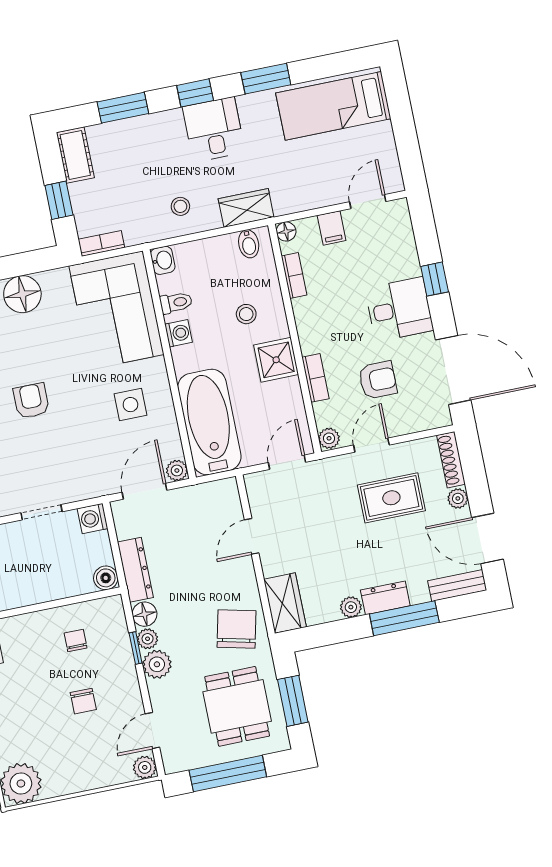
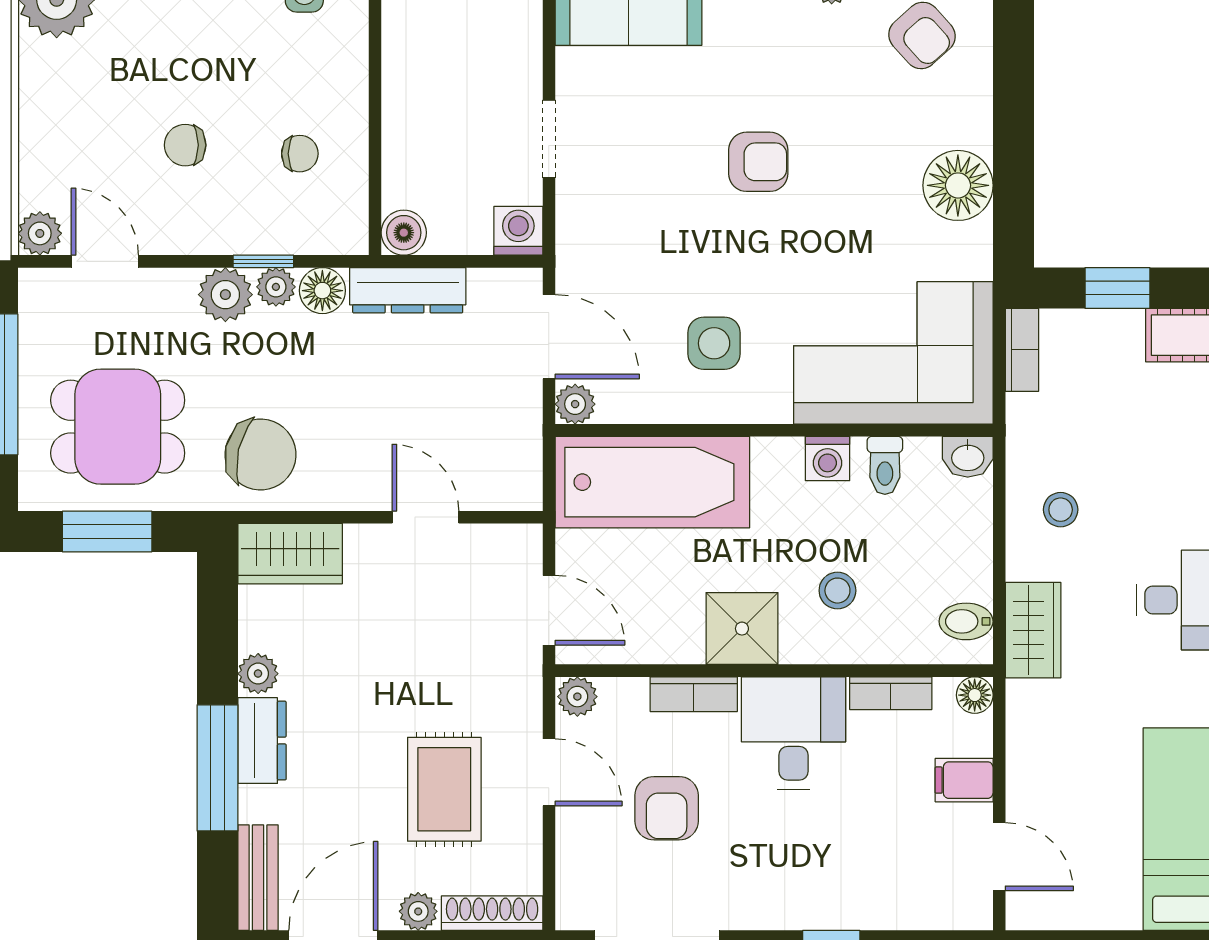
desk: (399, 309) -> (793, 733), moved, turned 180

